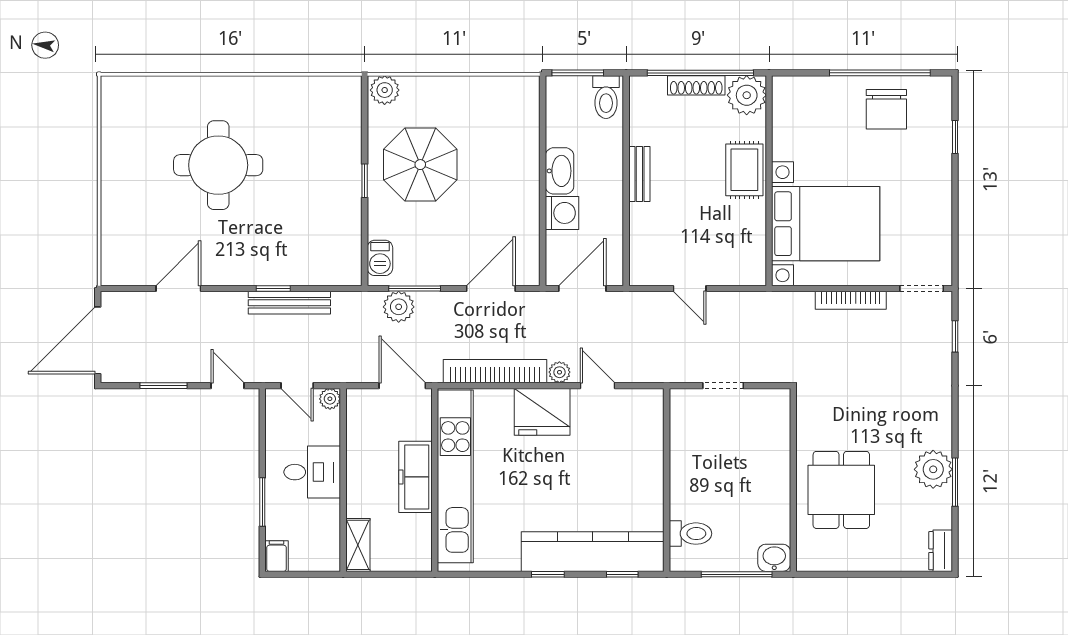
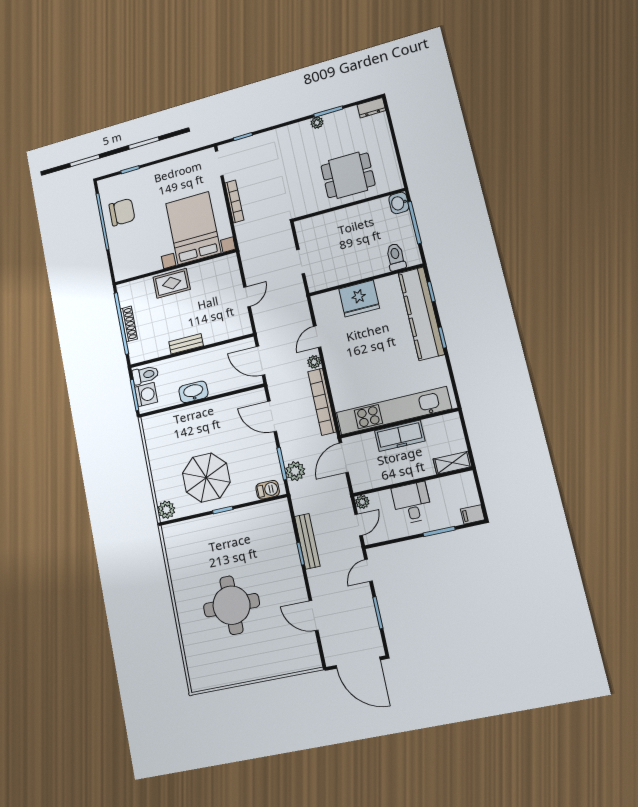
plant: (747, 95) -> (129, 293), removed
washing machine: (562, 213) -> (146, 395), moved, turned 90
fridge: (542, 412) -> (359, 299), moved, turned 90
plant: (933, 469) -> (317, 123), width x0.53, depth x0.53

